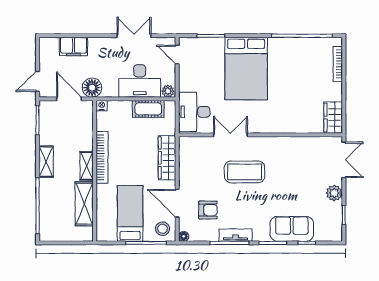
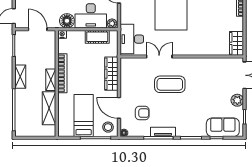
floor lamp: (92, 88) -> (67, 21), moved
sofa: (292, 229) -> (223, 127), moved

